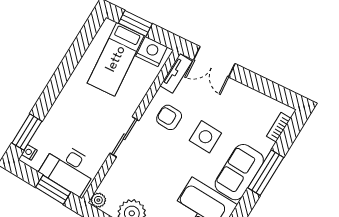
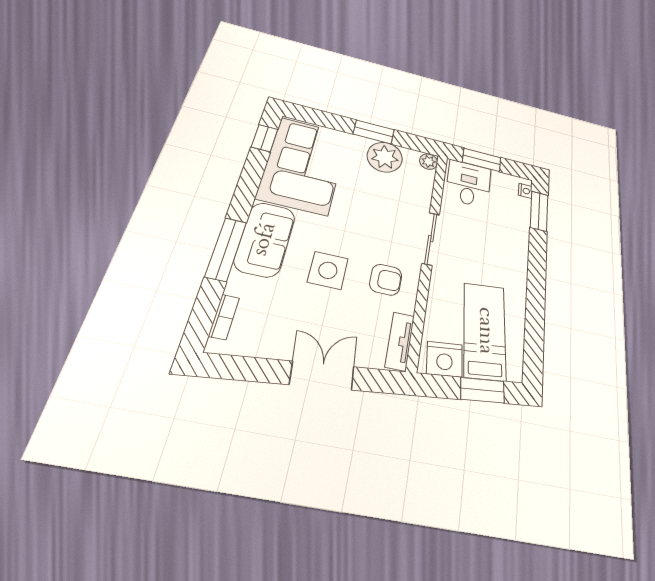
double door: (214, 62) -> (322, 376), moved
desk: (69, 169) -> (468, 184), width x0.73

